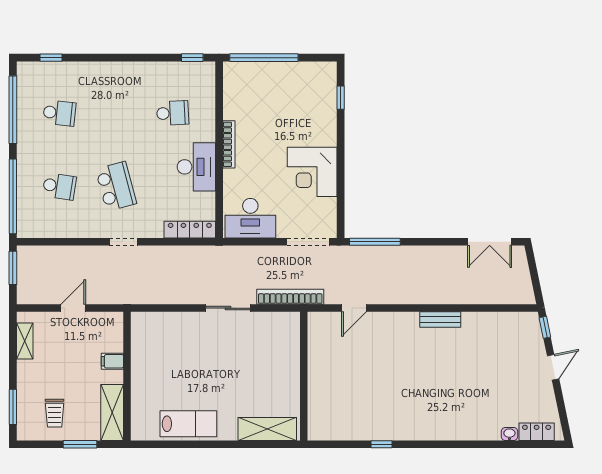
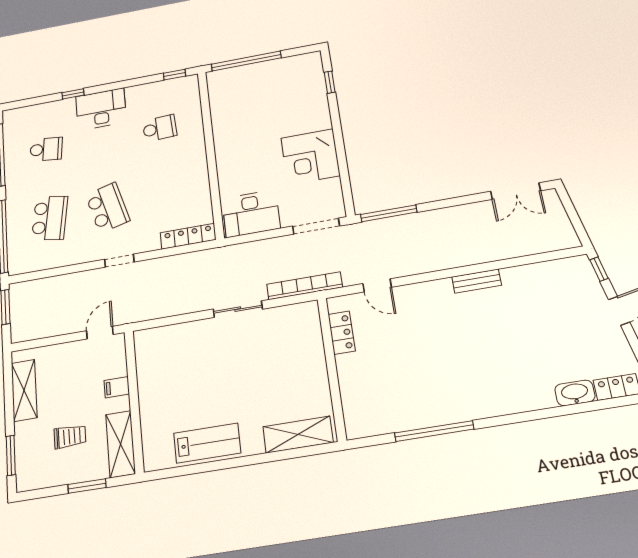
window: (51, 58) -> (73, 94), moved
bookcase: (229, 144) -> (220, 147), removed
desk: (196, 167) -> (101, 109), moved, turned -90
school desk: (59, 186) -> (50, 218), width x1.85
door: (73, 308) -> (100, 333), moved
door: (354, 308) -> (377, 285), hinge flipped
shelving: (25, 341) -> (24, 390), width x1.50, depth x1.33
locker: (317, 346) -> (342, 333), added
trolley: (55, 413) -> (70, 437), moved, turned -90
washbasin: (509, 434) -> (575, 393), width x1.91, depth x1.45
window: (382, 444) -> (434, 431), width x3.17

